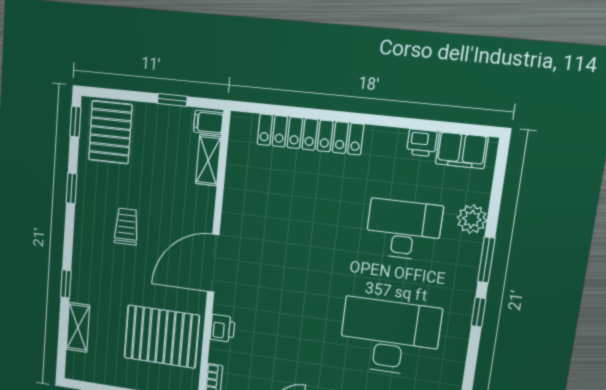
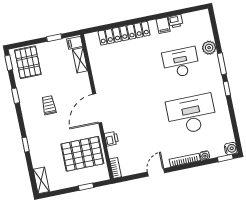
filing cabinet: (462, 150) -> (163, 25), moved, width x0.50
shelving: (78, 327) -> (41, 180), moved

